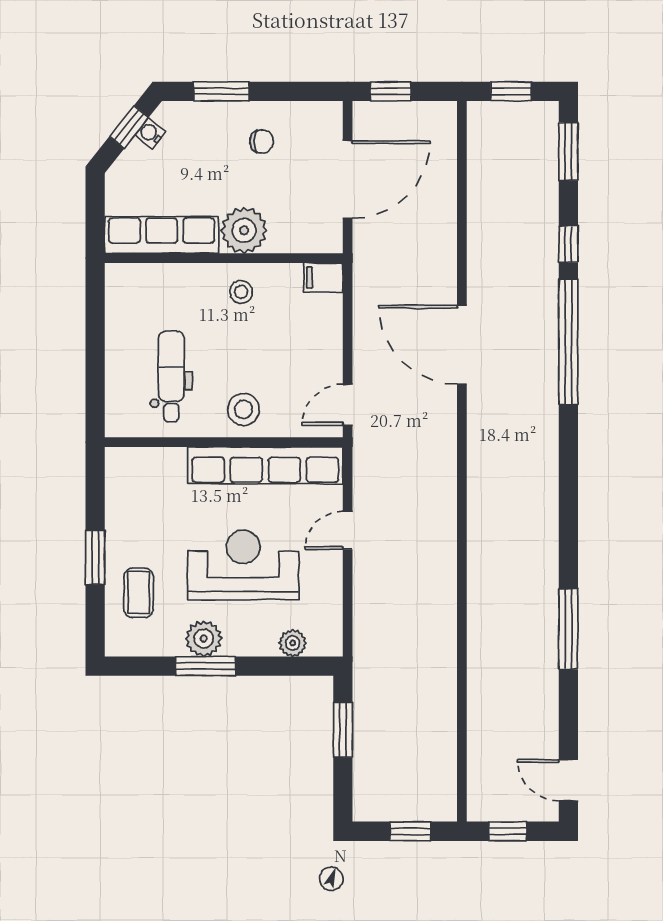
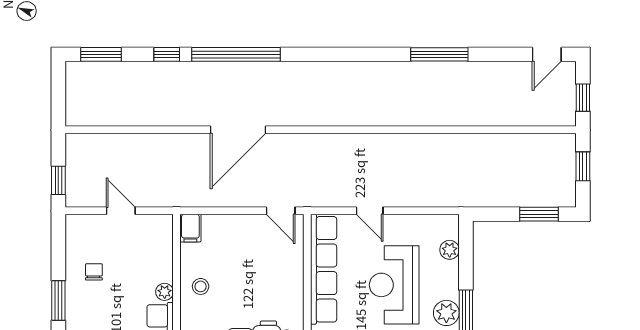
window: (511, 91) -> (58, 95), removed
door: (348, 179) -> (121, 211), width x0.53
plant: (244, 230) -> (165, 292), width x0.53, depth x0.53
stool: (244, 409) -> (284, 285), removed
window: (343, 730) -> (539, 214), moved

